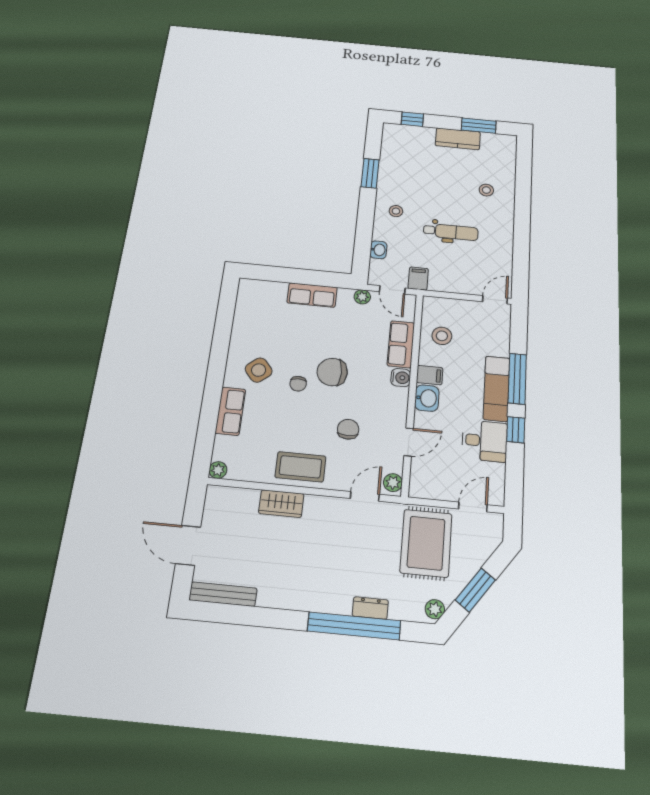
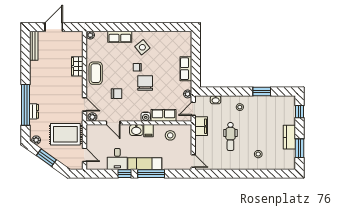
filing cabinet: (418, 279) -> (201, 126), width x2.00

